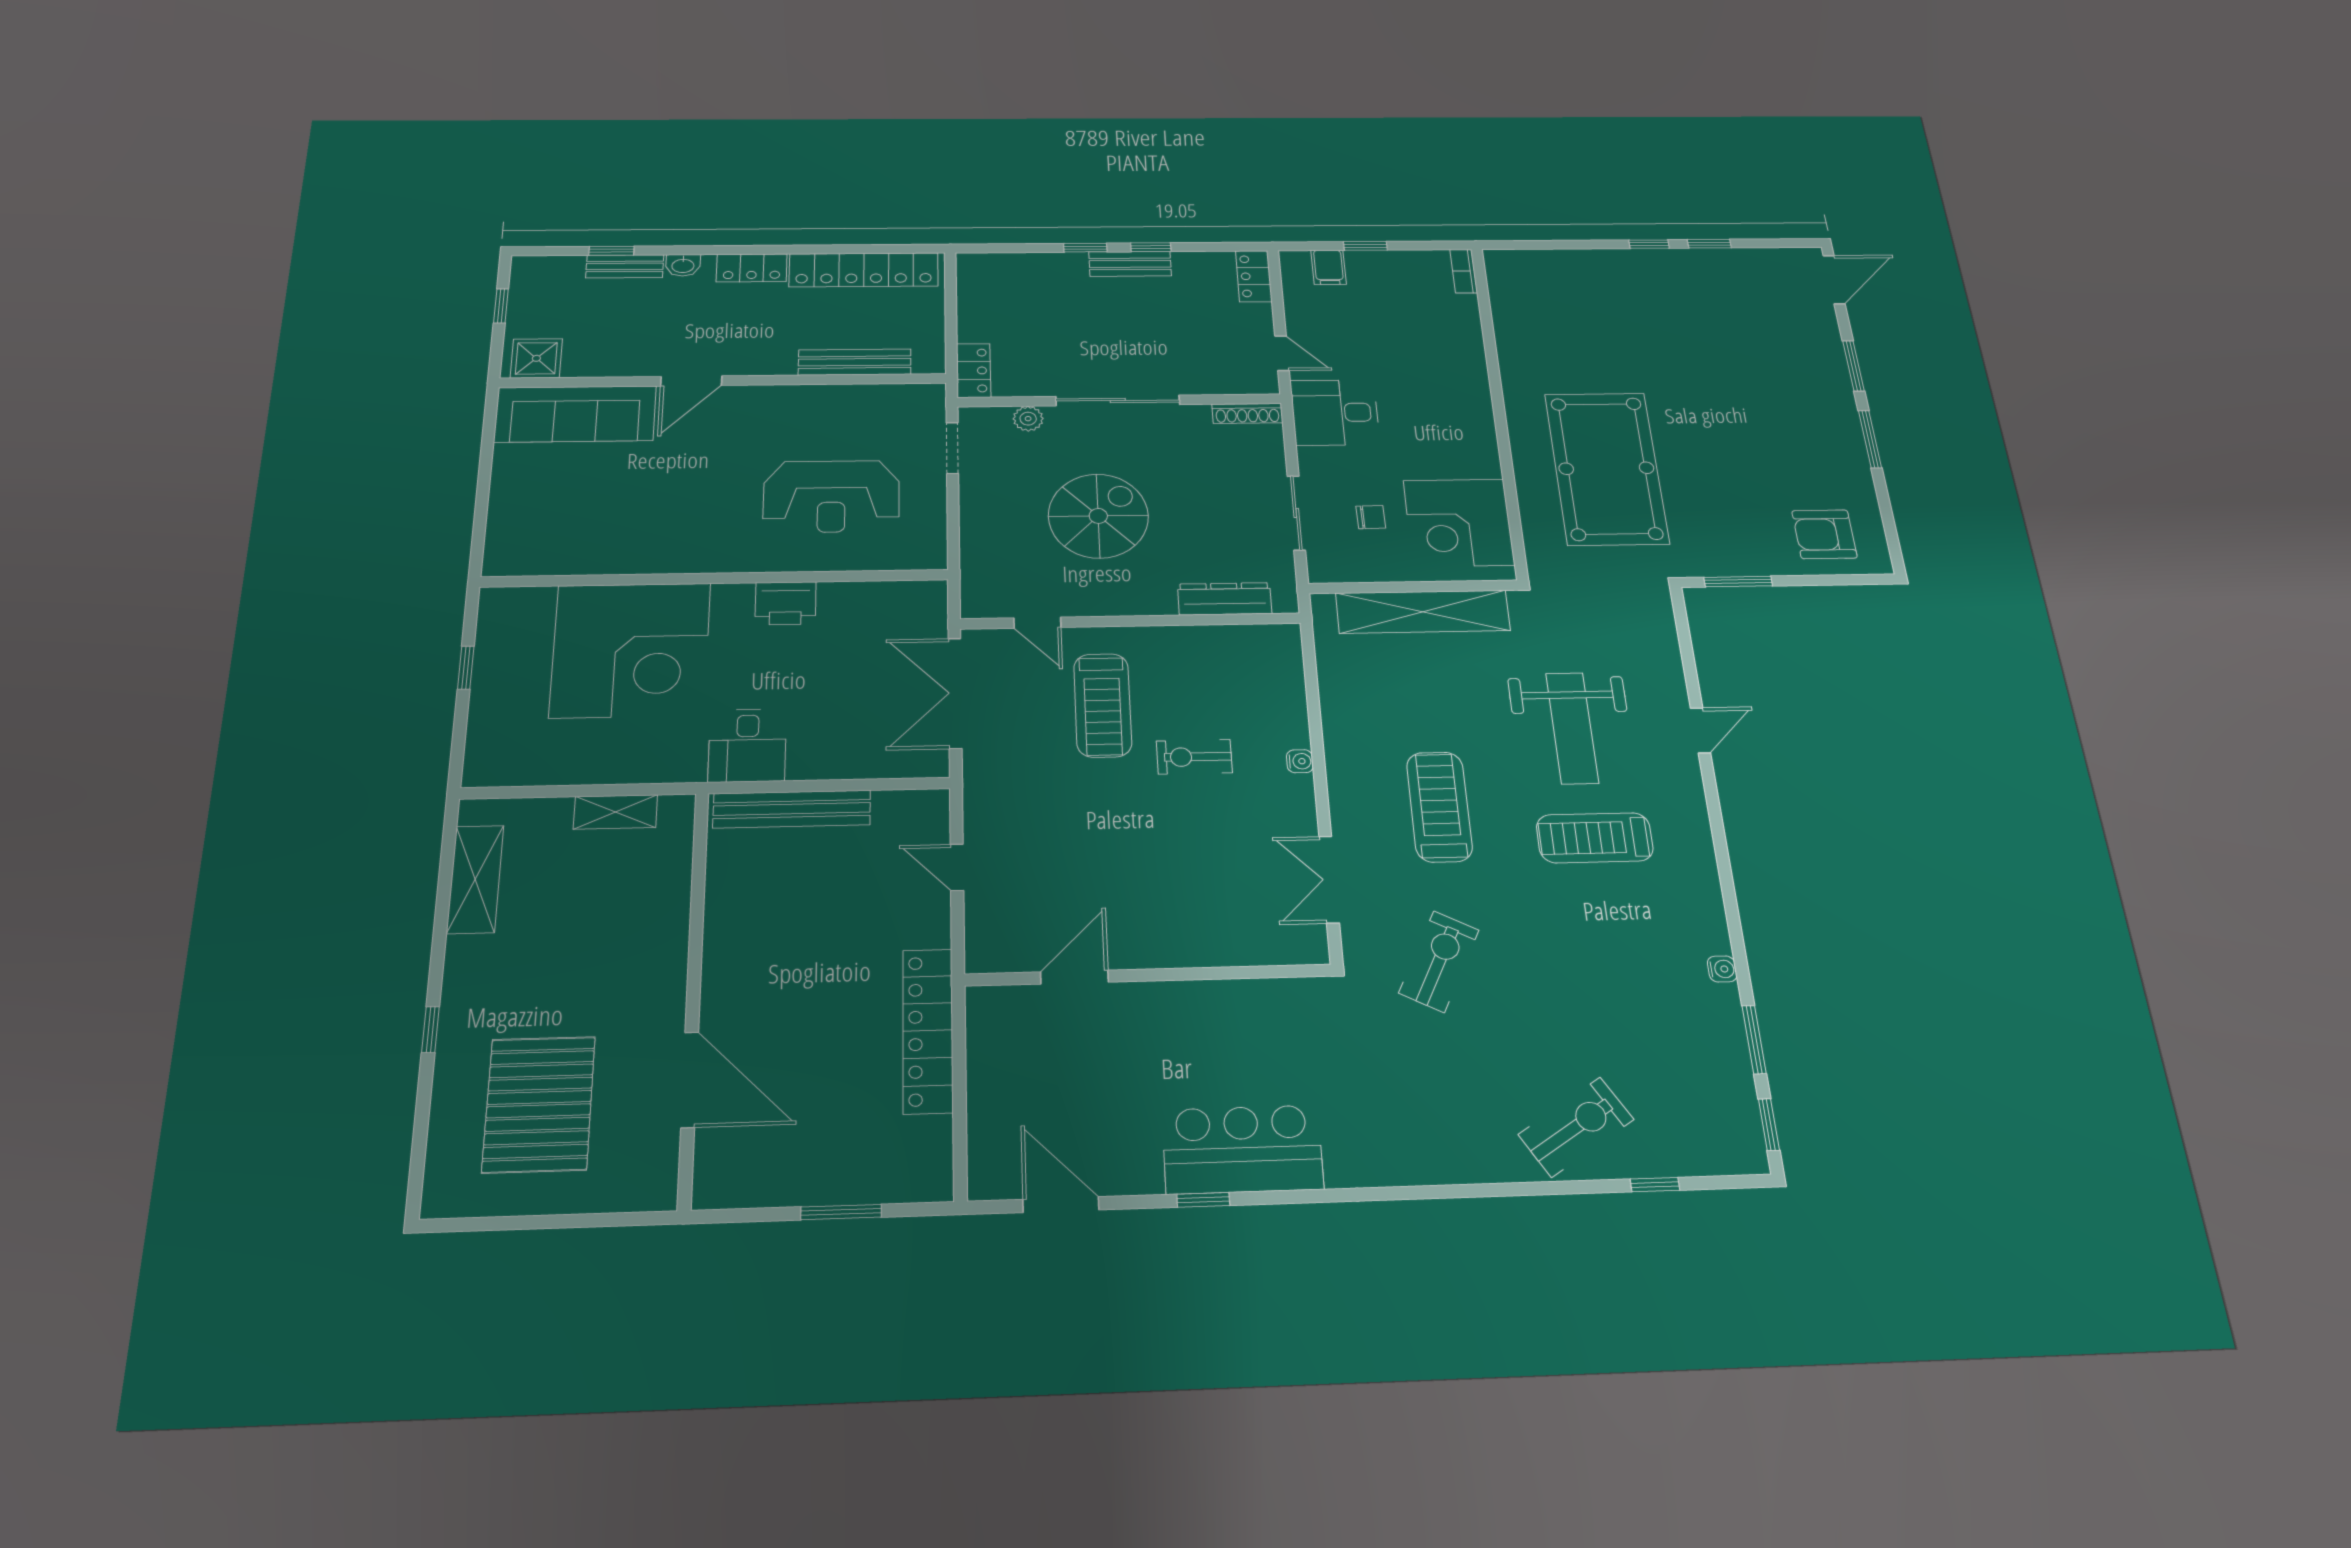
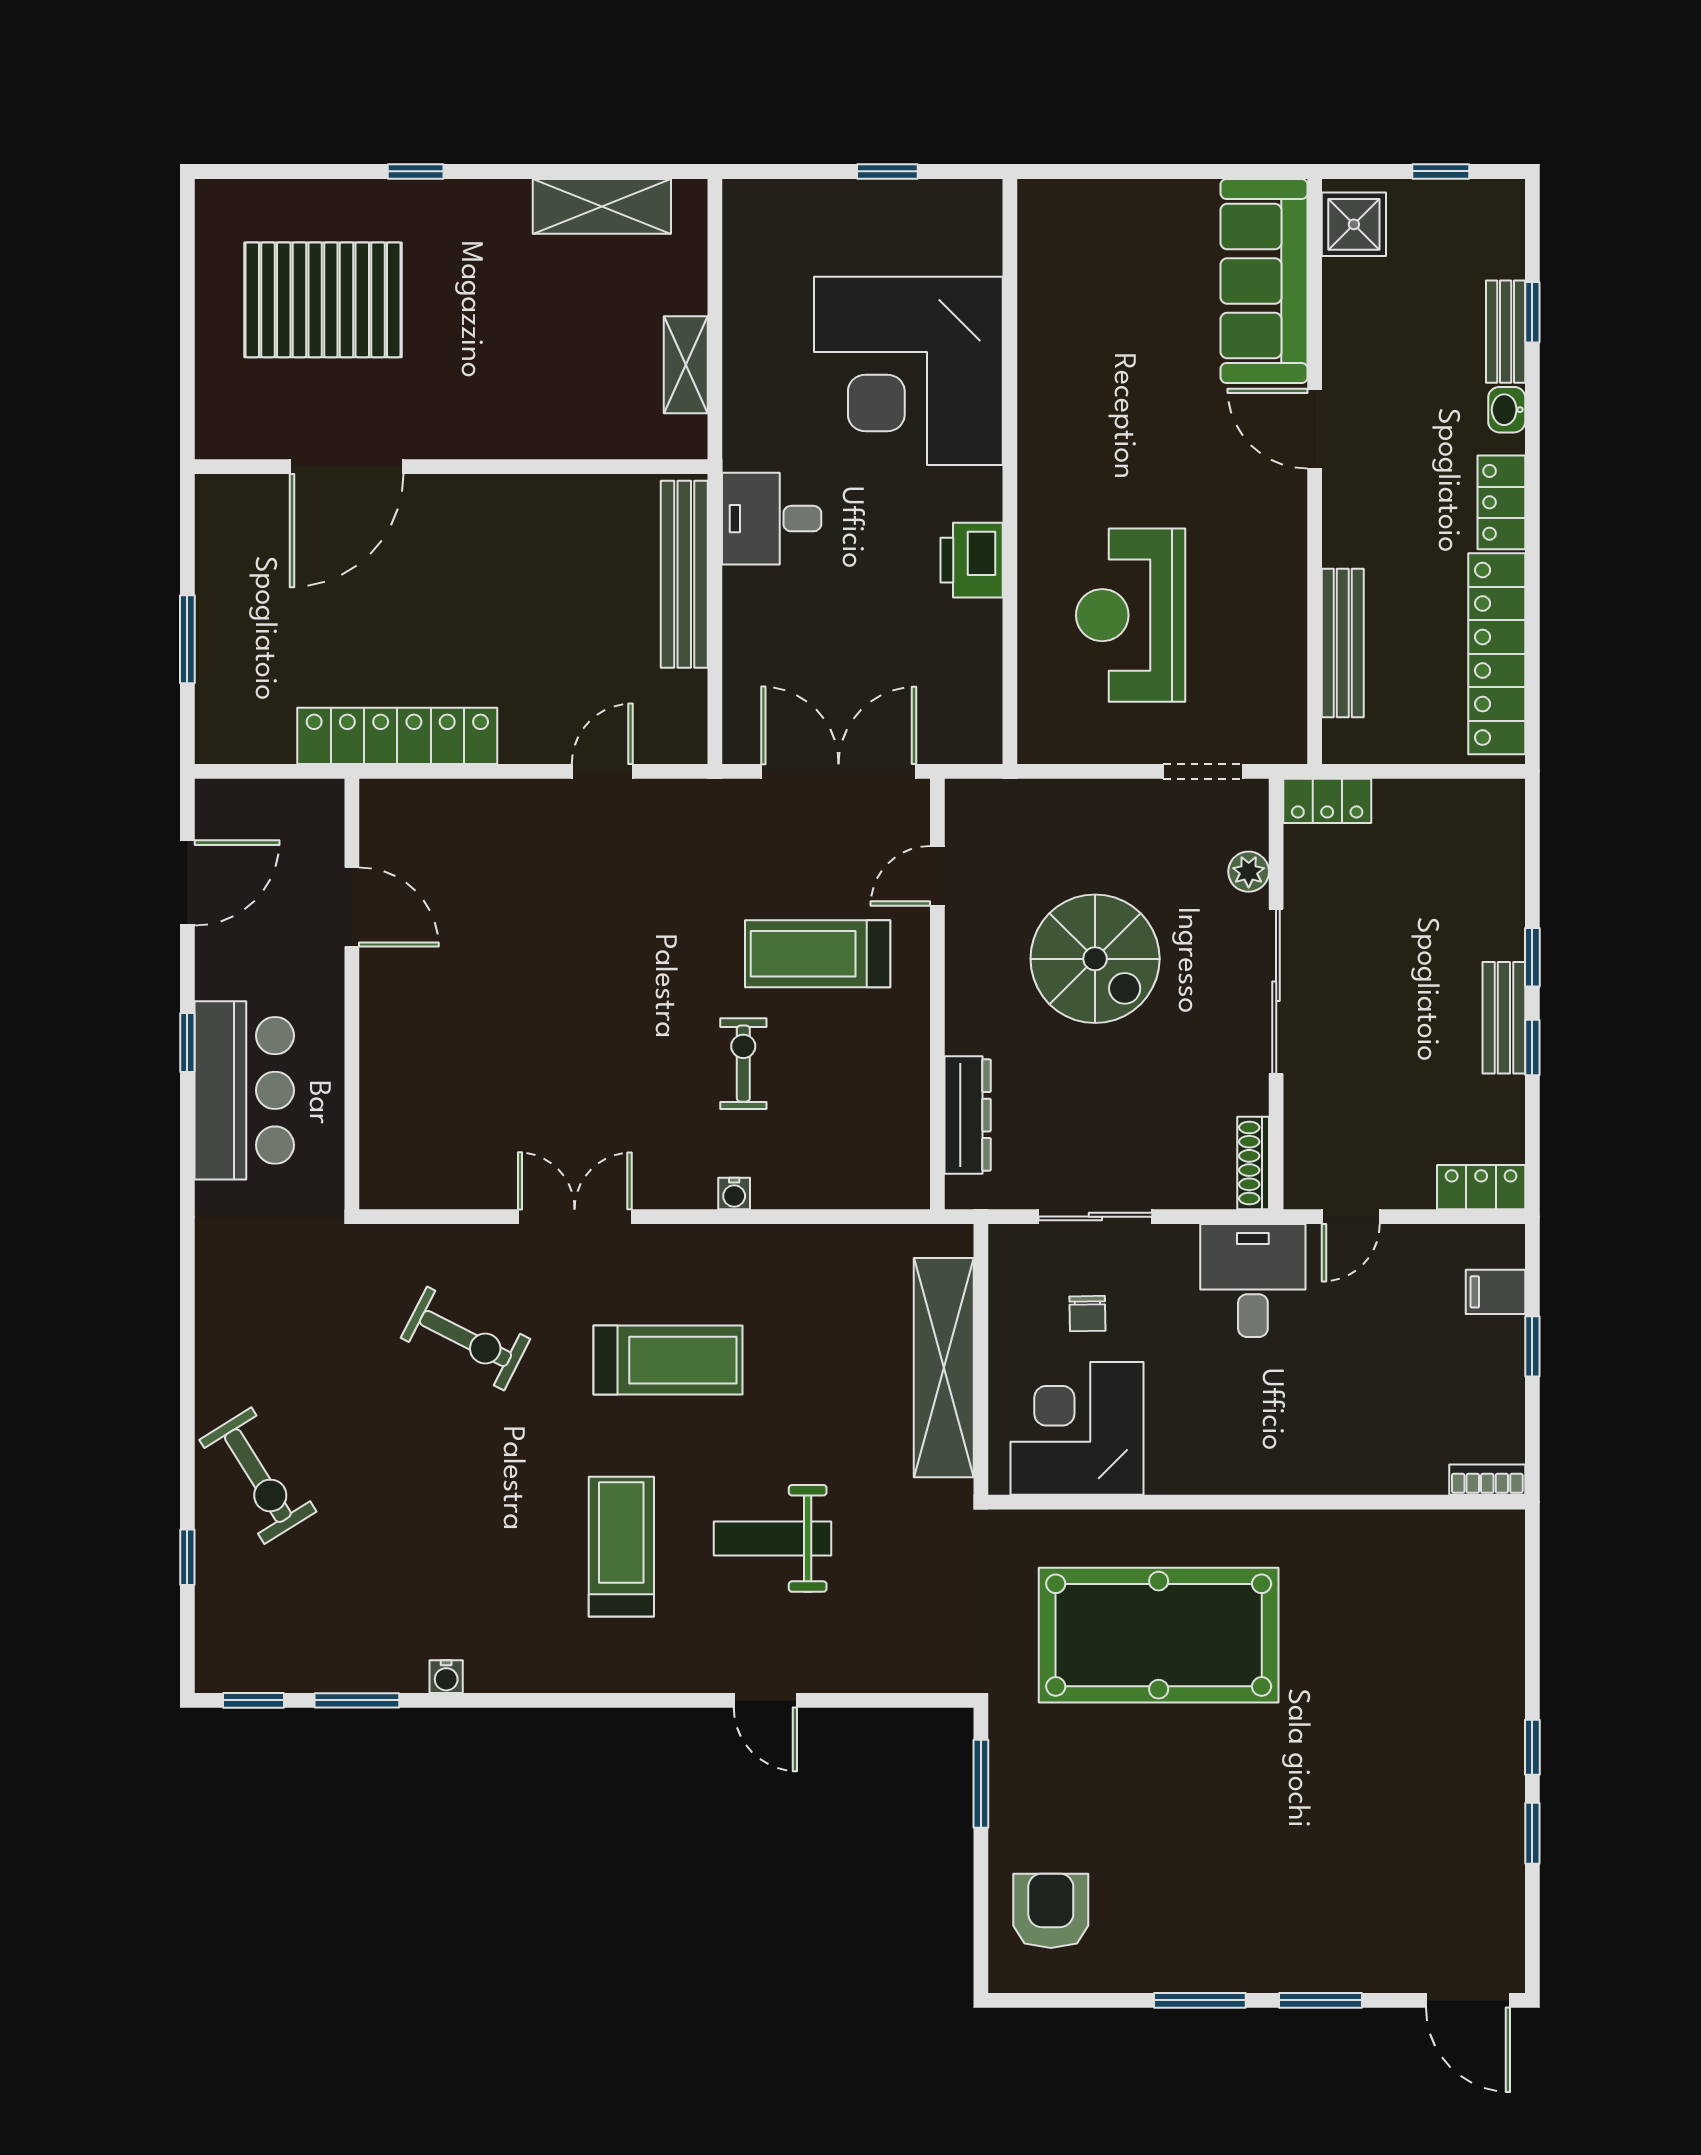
weight bench: (1572, 728) -> (773, 1538), width x0.73, depth x0.75
wall: (1149, 975) -> (352, 994), moved
door: (1074, 977) -> (352, 907), moved

